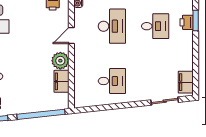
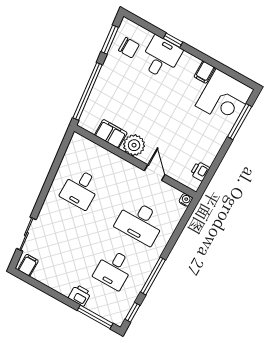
window: (196, 21) -> (95, 317), width x1.44
printer: (187, 22) -> (80, 295), moved
filing cabinet: (186, 82) -> (28, 265), width x0.50

